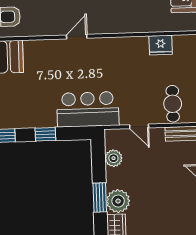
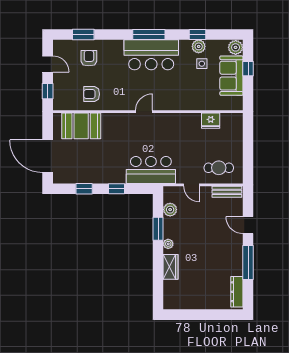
cafe table: (173, 104) -> (219, 168), turned 90
window: (100, 198) -> (158, 229), moved
plant: (118, 201) -> (168, 244), width x0.53, depth x0.53

